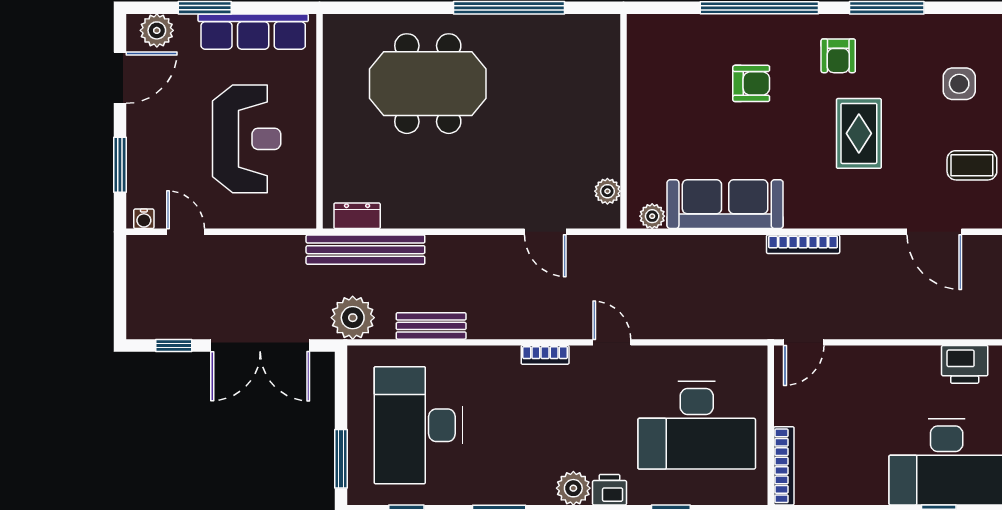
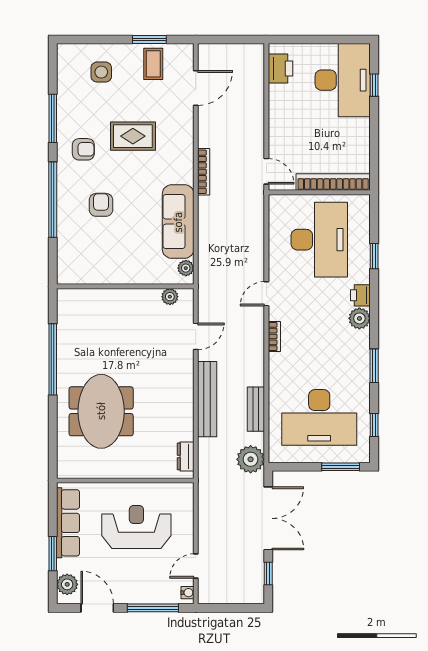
window: (120, 165) -> (153, 608), width x1.44
bench: (365, 250) -> (207, 399), moved
bookcase: (784, 466) -> (333, 182), width x1.48, depth x1.31

